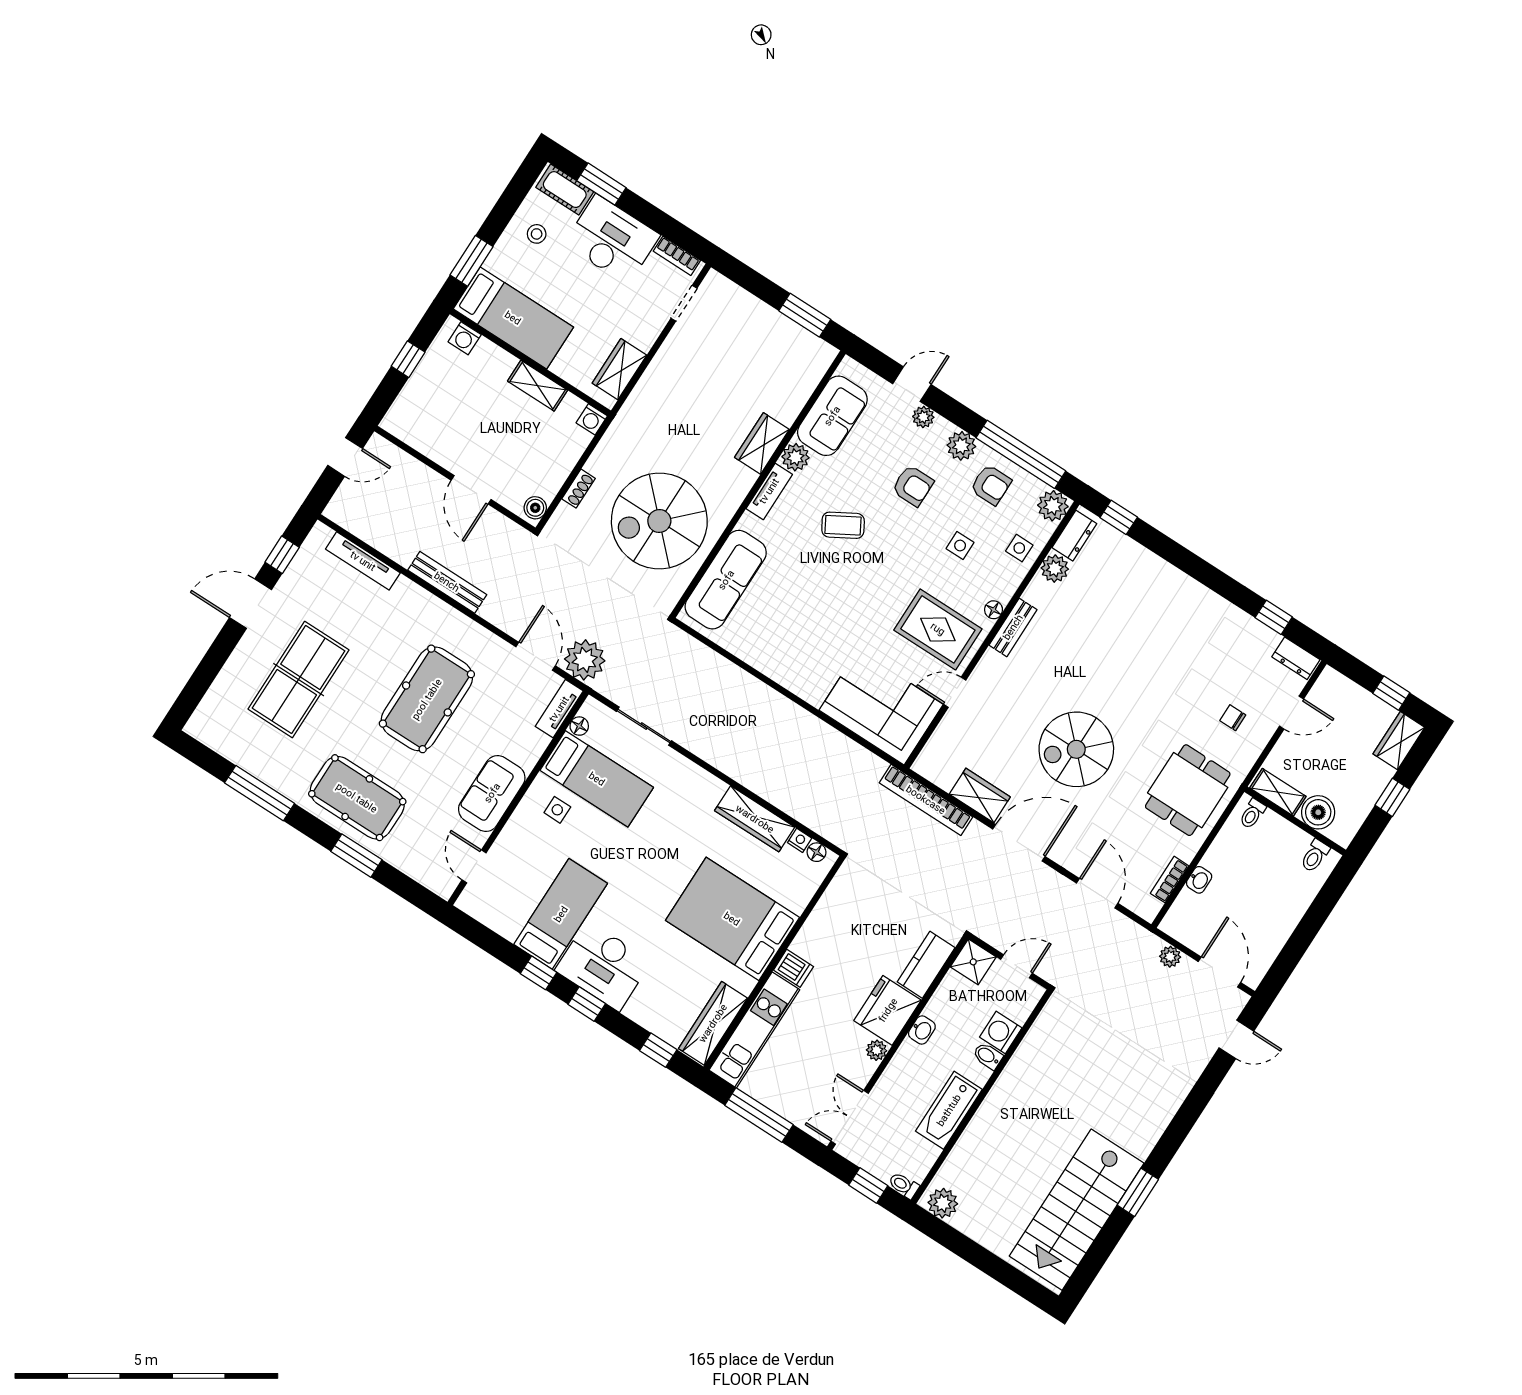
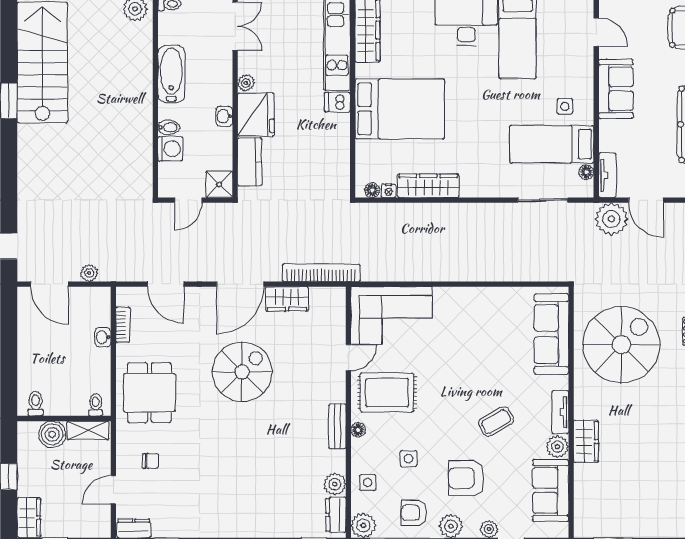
armchair: (913, 486) -> (466, 478), width x1.38, depth x1.38

